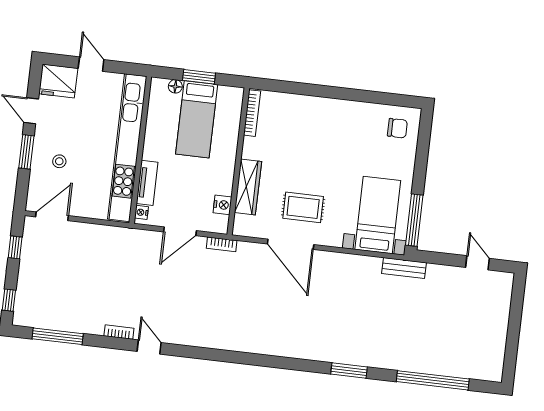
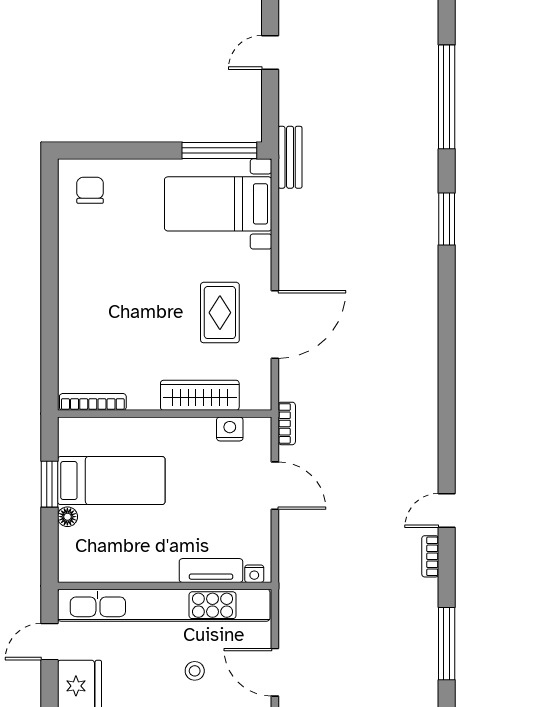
kitchen unit: (127, 148) -> (164, 605), moved
wall: (140, 150) -> (165, 586), moved
tv unit: (147, 183) -> (211, 571), moved
nightstand: (141, 212) -> (254, 574), moved

